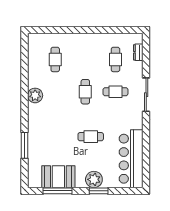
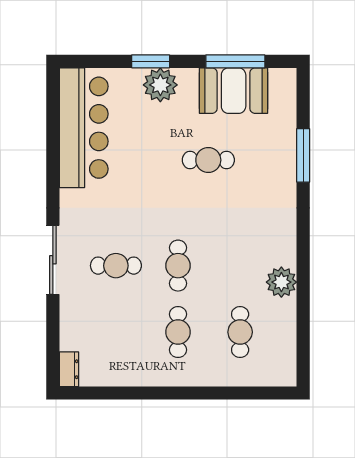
dresser: (138, 52) -> (69, 369), moved
cafe table: (115, 59) -> (178, 332), moved
plant: (35, 95) -> (281, 282), moved
cafe table: (91, 137) -> (208, 160), moved

